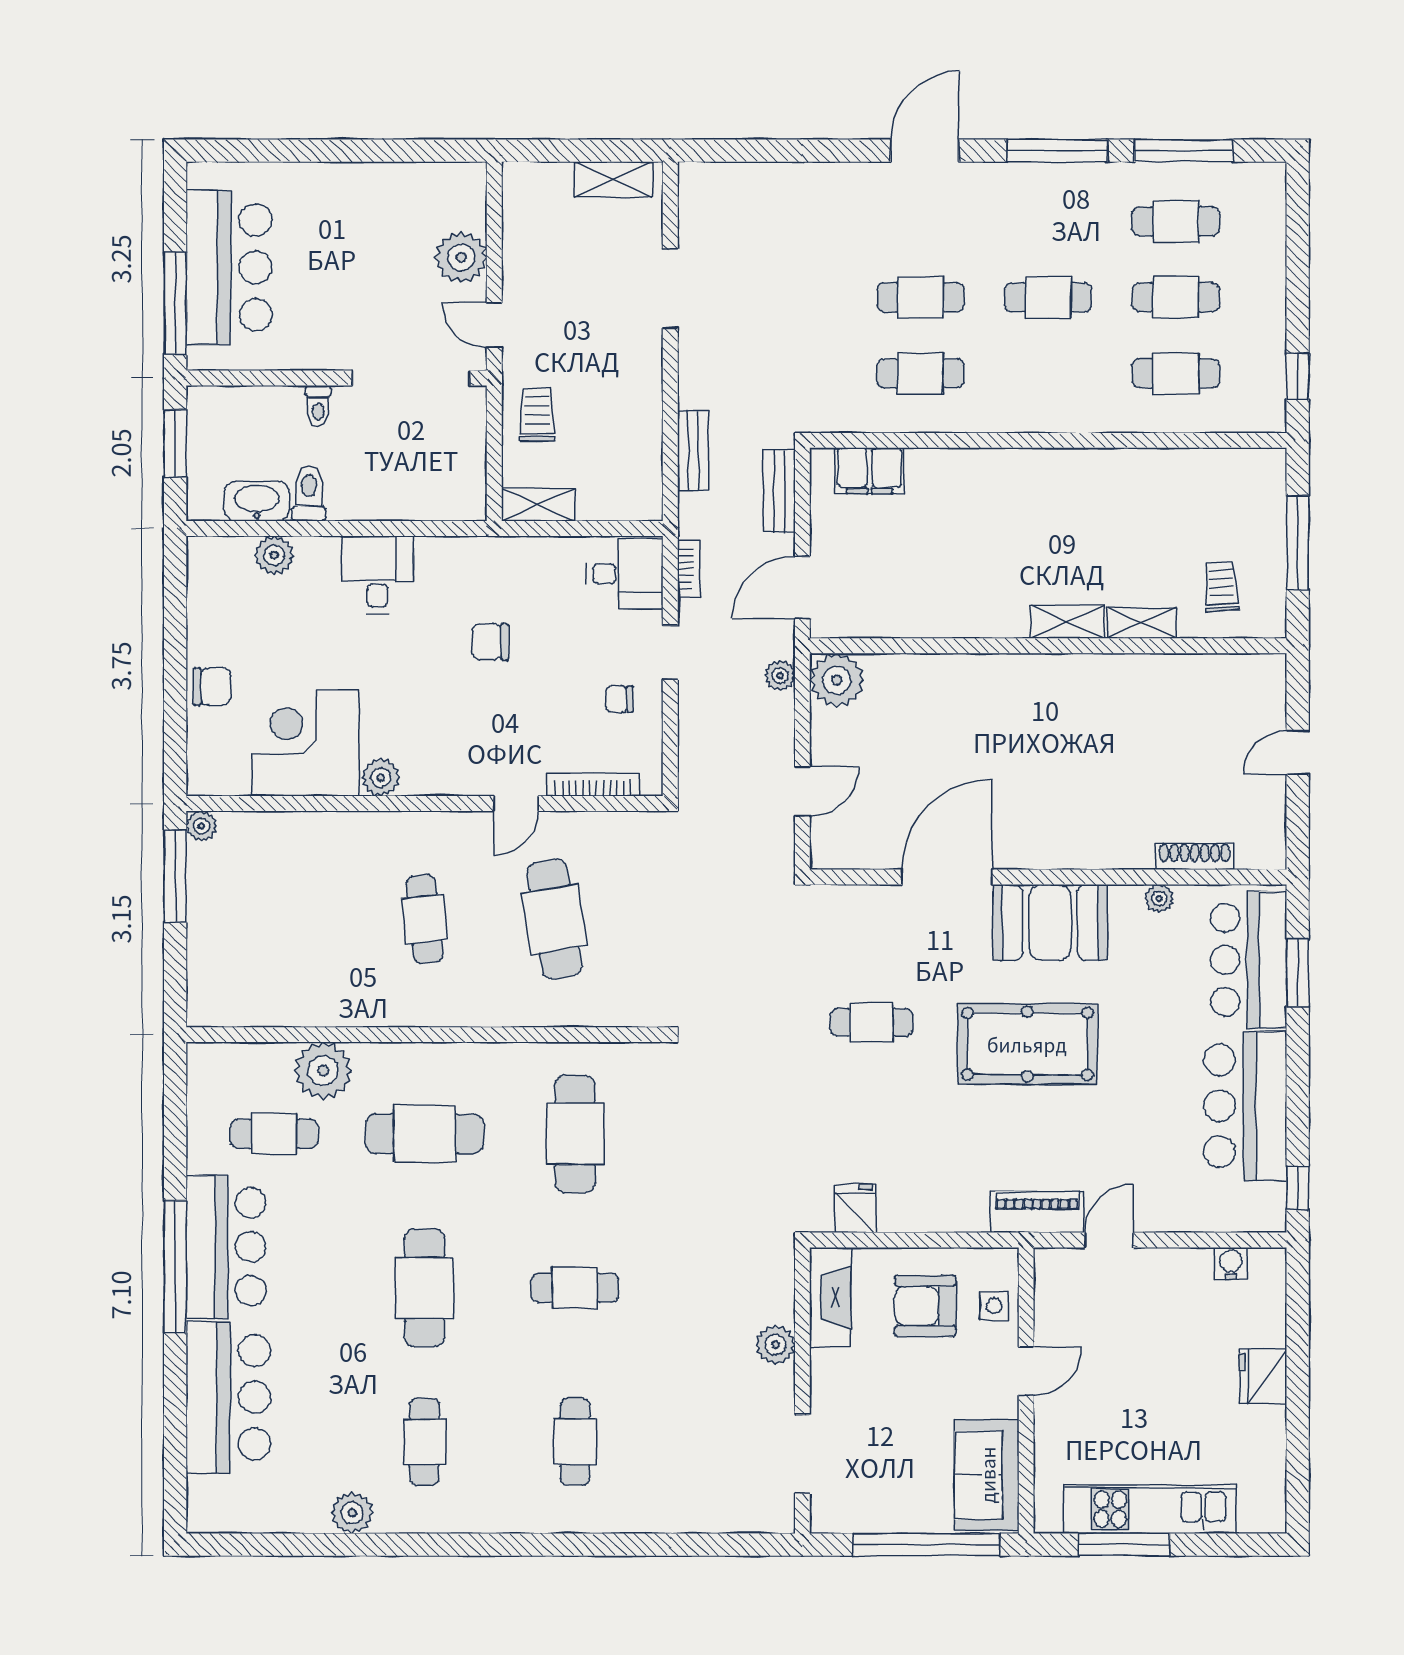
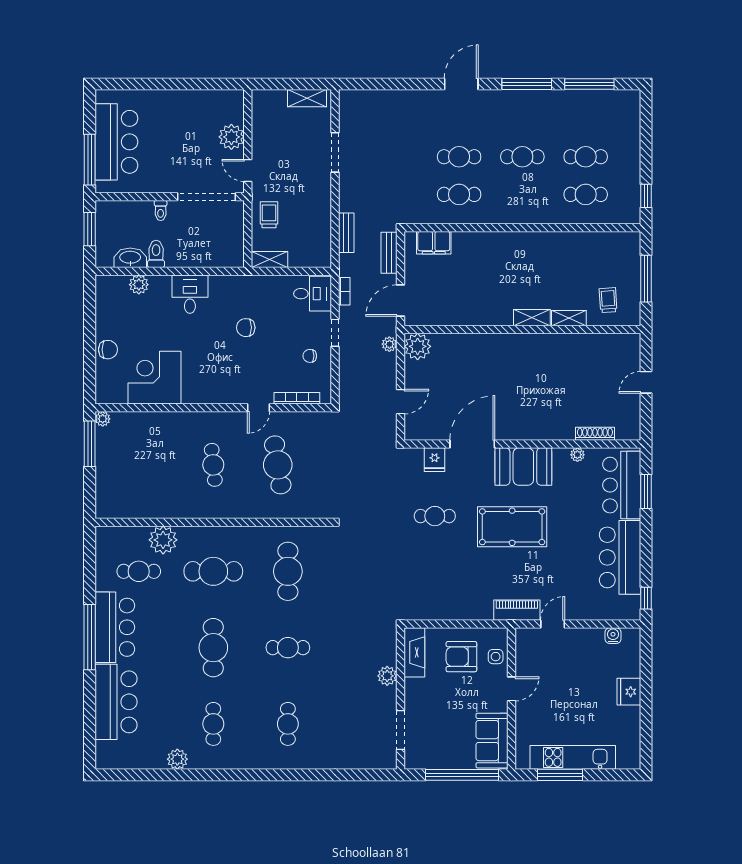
cafe table: (1176, 221) -> (586, 119), removed
plant: (381, 777) -> (192, 395), removed
fridge: (855, 1208) -> (434, 460), moved, turned 180

